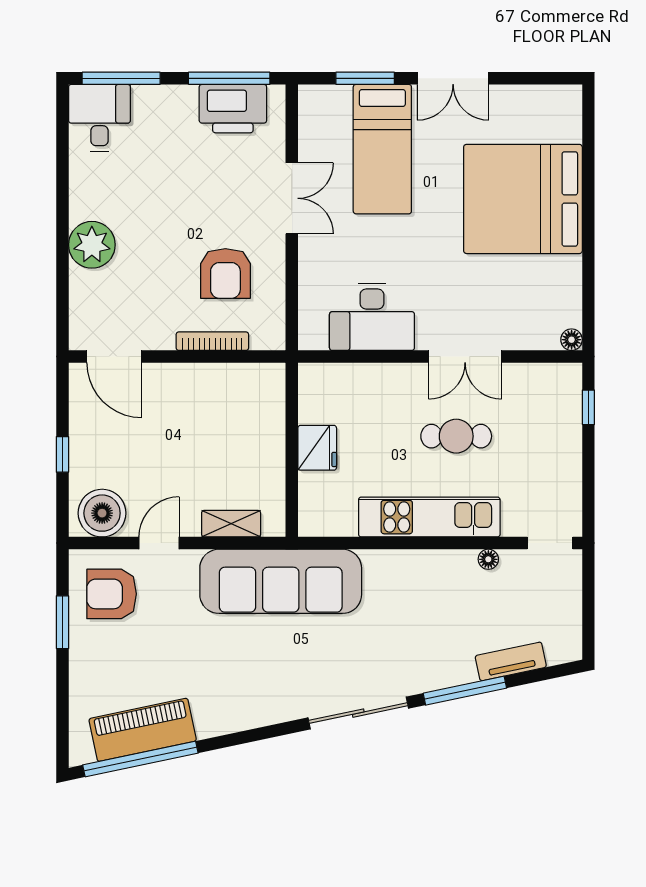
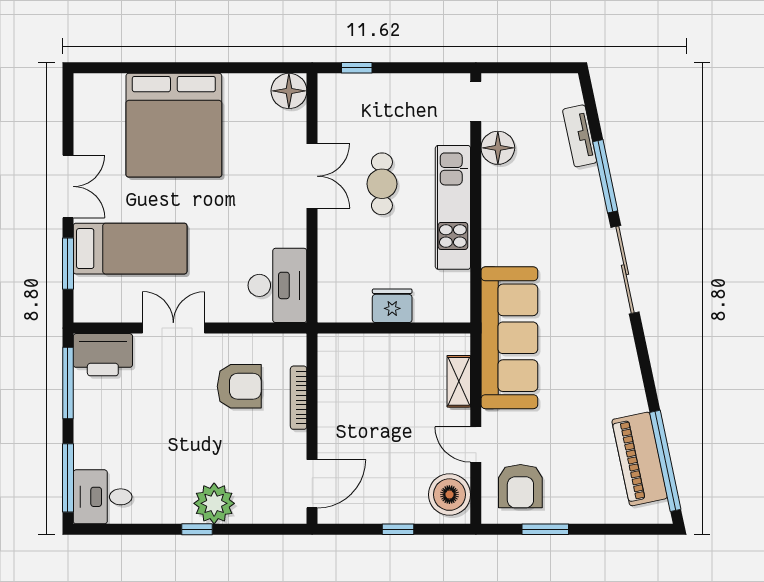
printer: (233, 109) -> (103, 355), moved, turned 90
window: (62, 225) -> (197, 529), added
desk: (372, 317) -> (277, 285), moved
floor lamp: (572, 340) -> (289, 91), width x1.89, depth x1.89
floor lamp: (488, 559) -> (498, 148), width x1.89, depth x1.89

